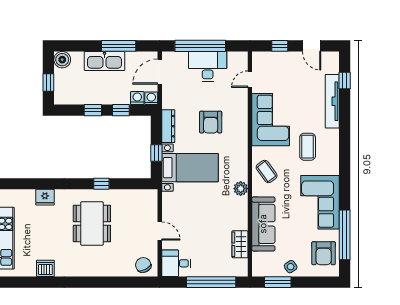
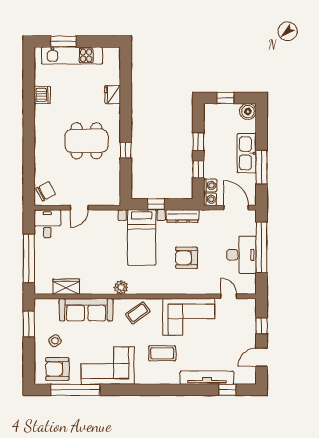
side table: (291, 267) -> (55, 341), moved

